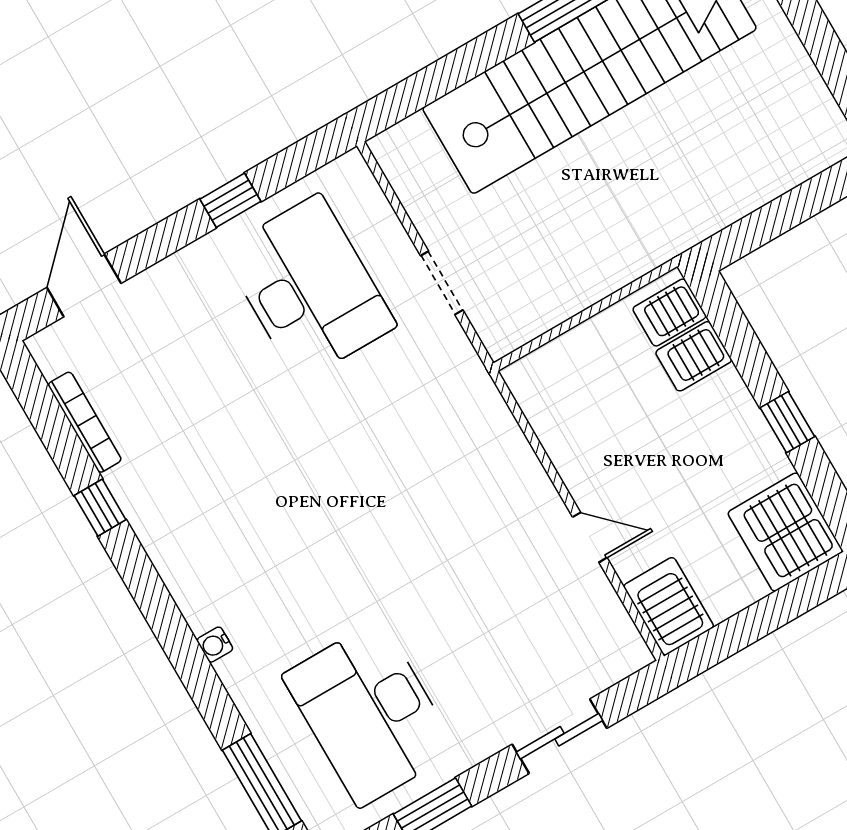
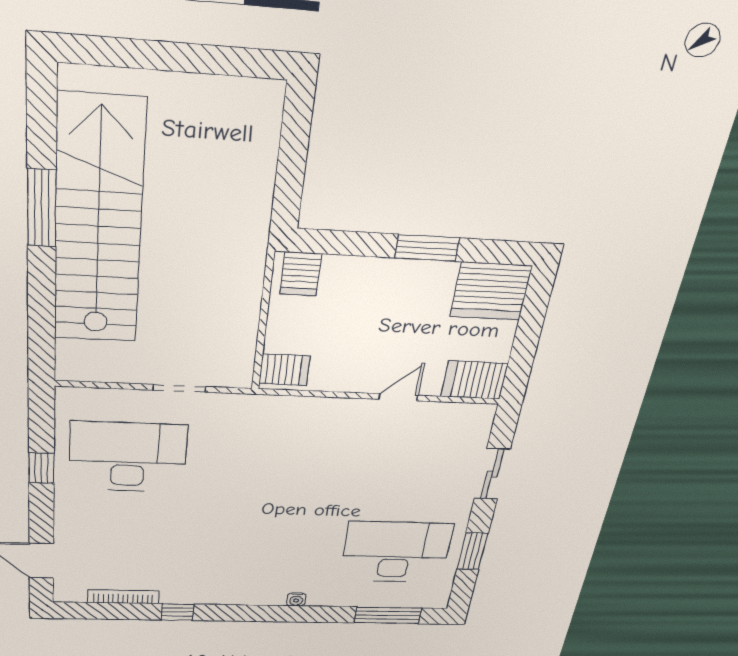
server rack: (694, 356) -> (284, 370), moved, turned -90
window: (787, 422) -> (427, 248), width x1.50
desk: (370, 713) -> (396, 552), turned 180

